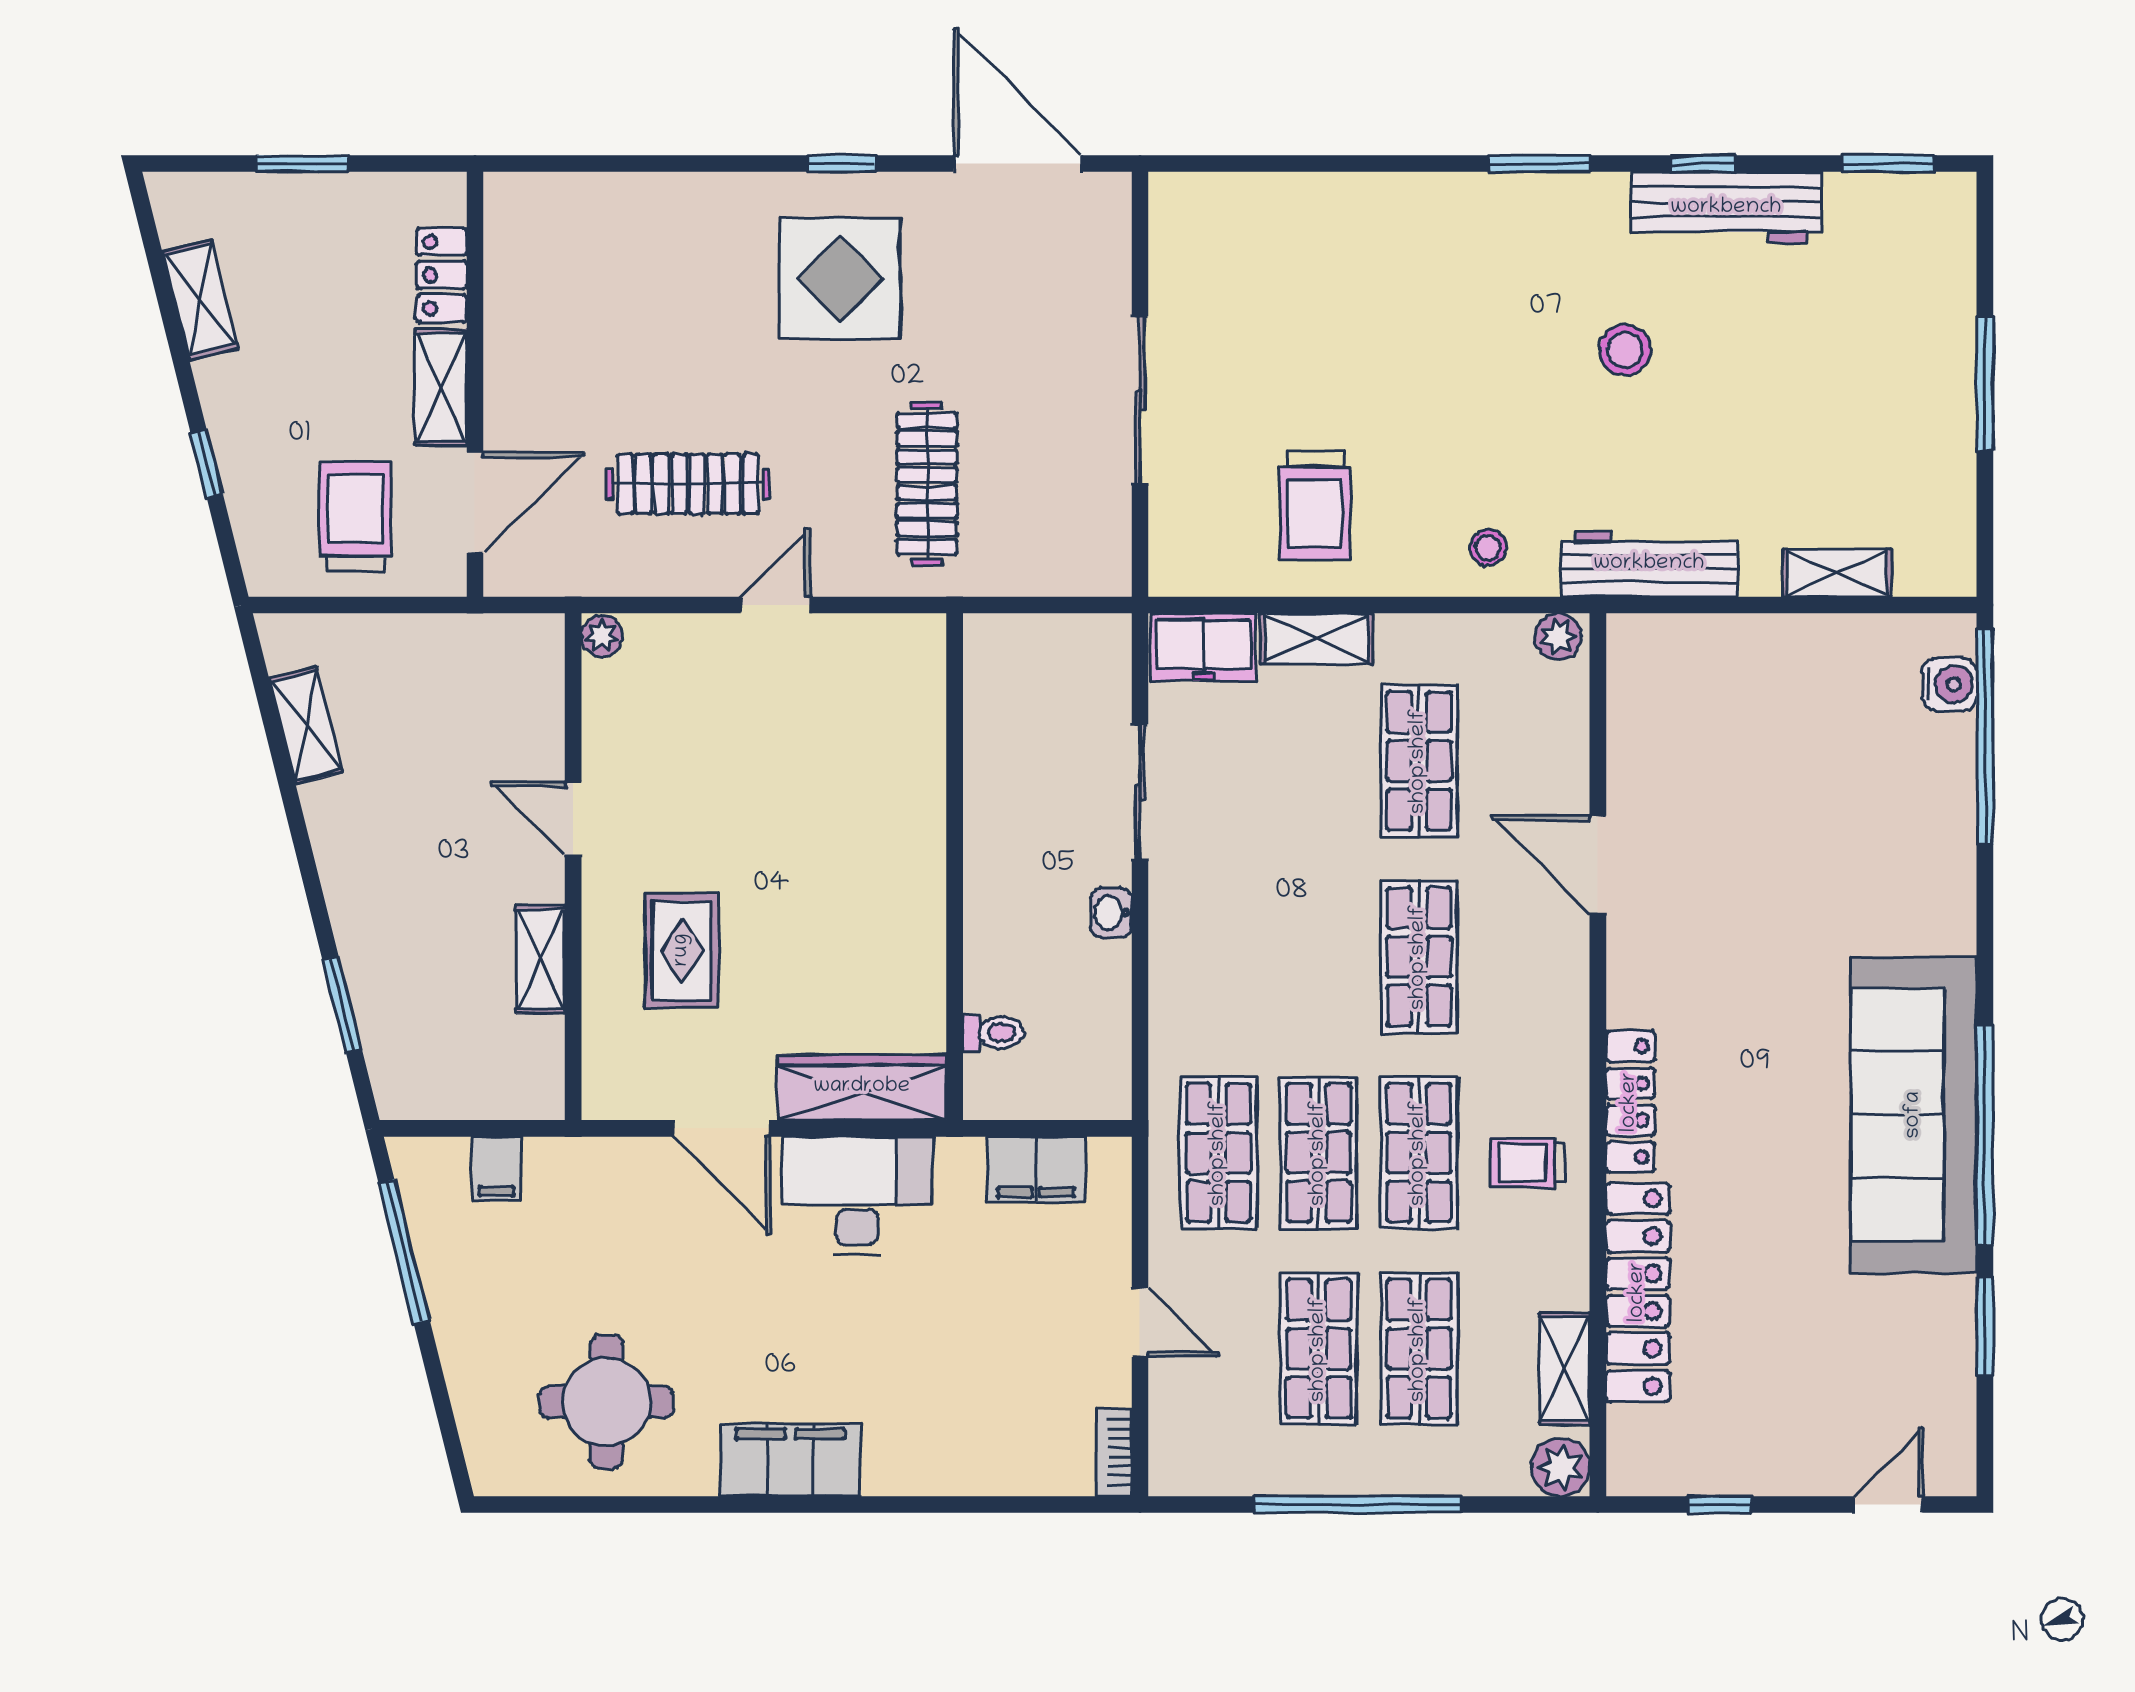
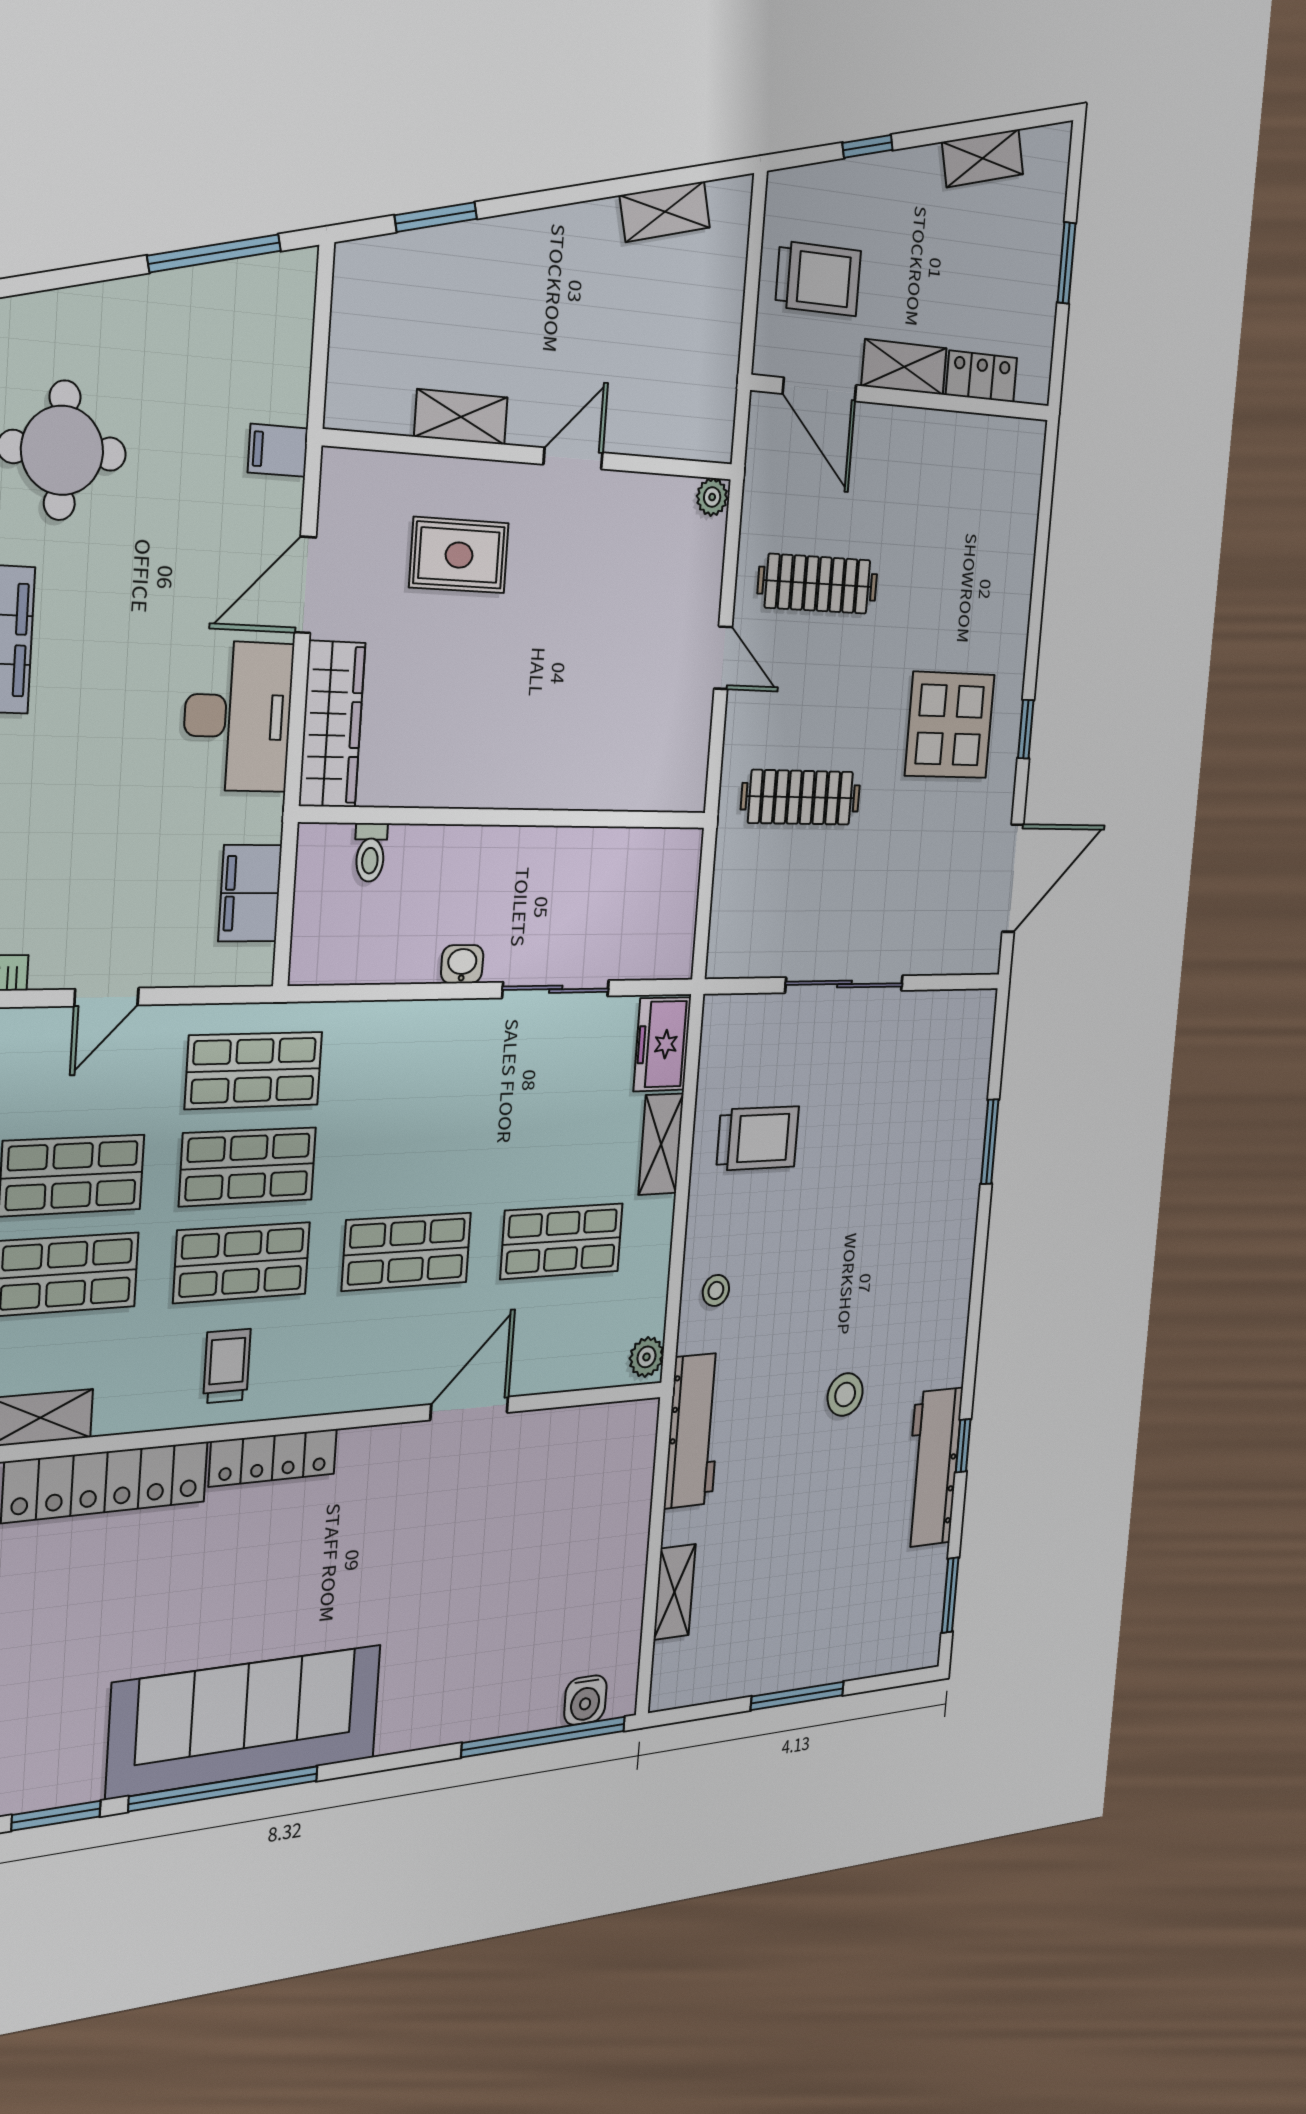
window: (1539, 164) -> (990, 1142), moved
clothes rail: (688, 484) -> (818, 584), turned 90
trolley: (1315, 506) -> (758, 1138), turned 180
filing cabinet: (496, 1169) -> (278, 450), moved

